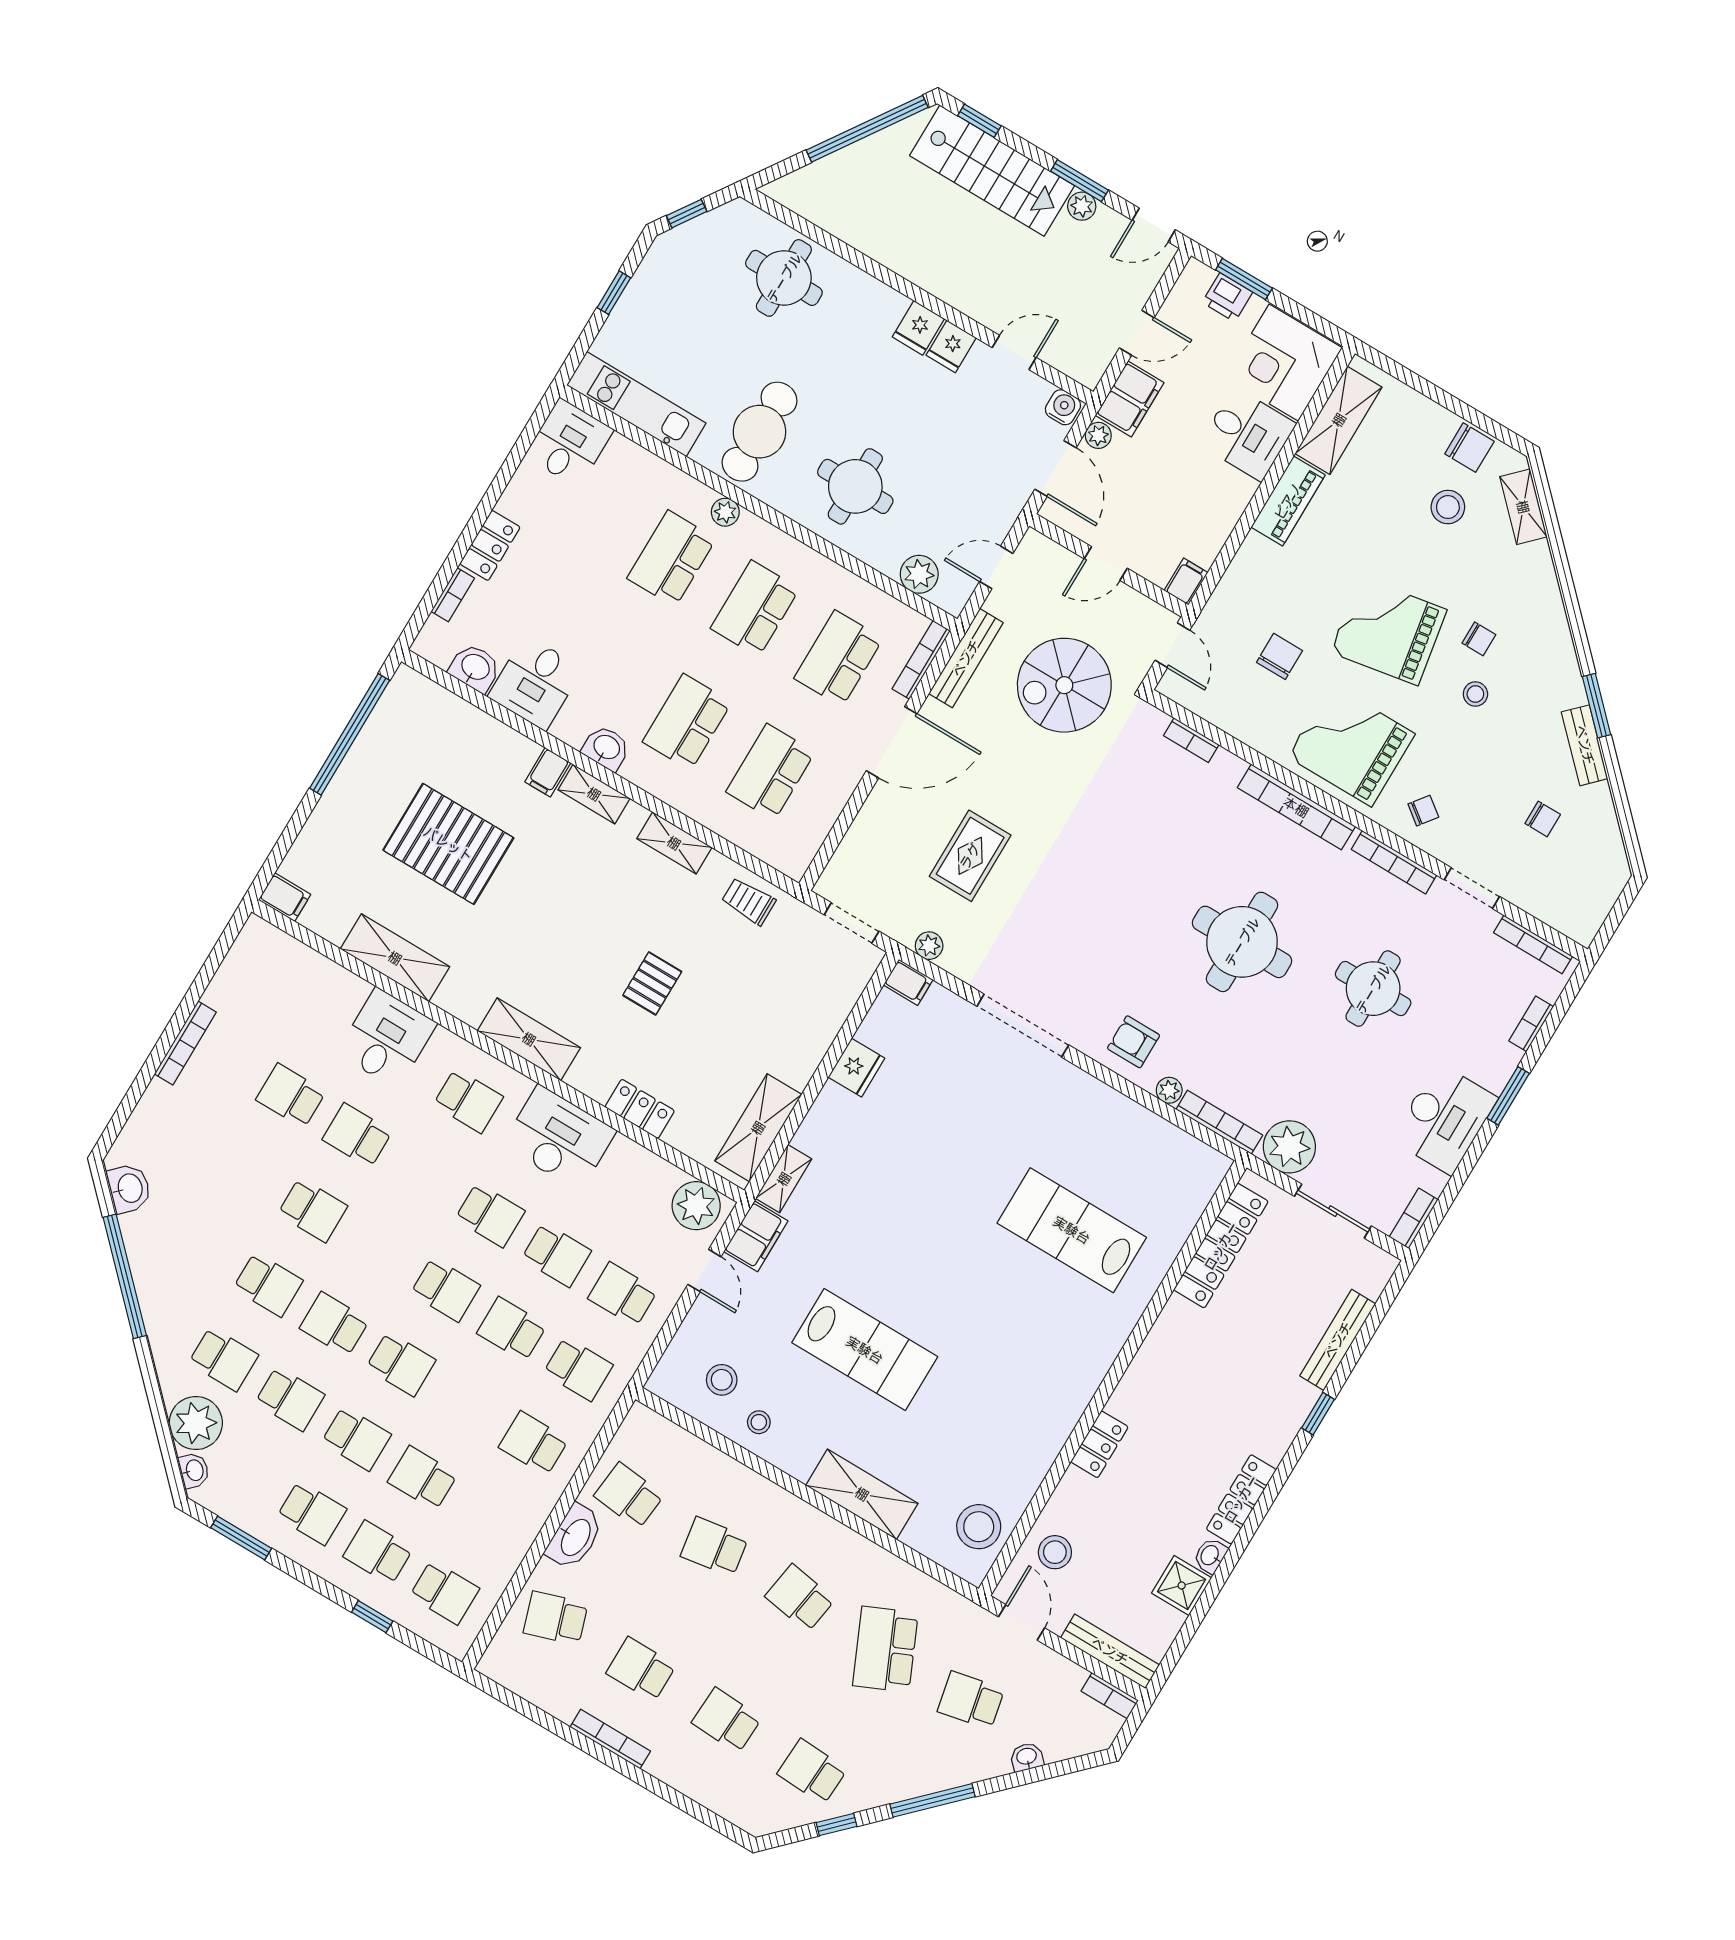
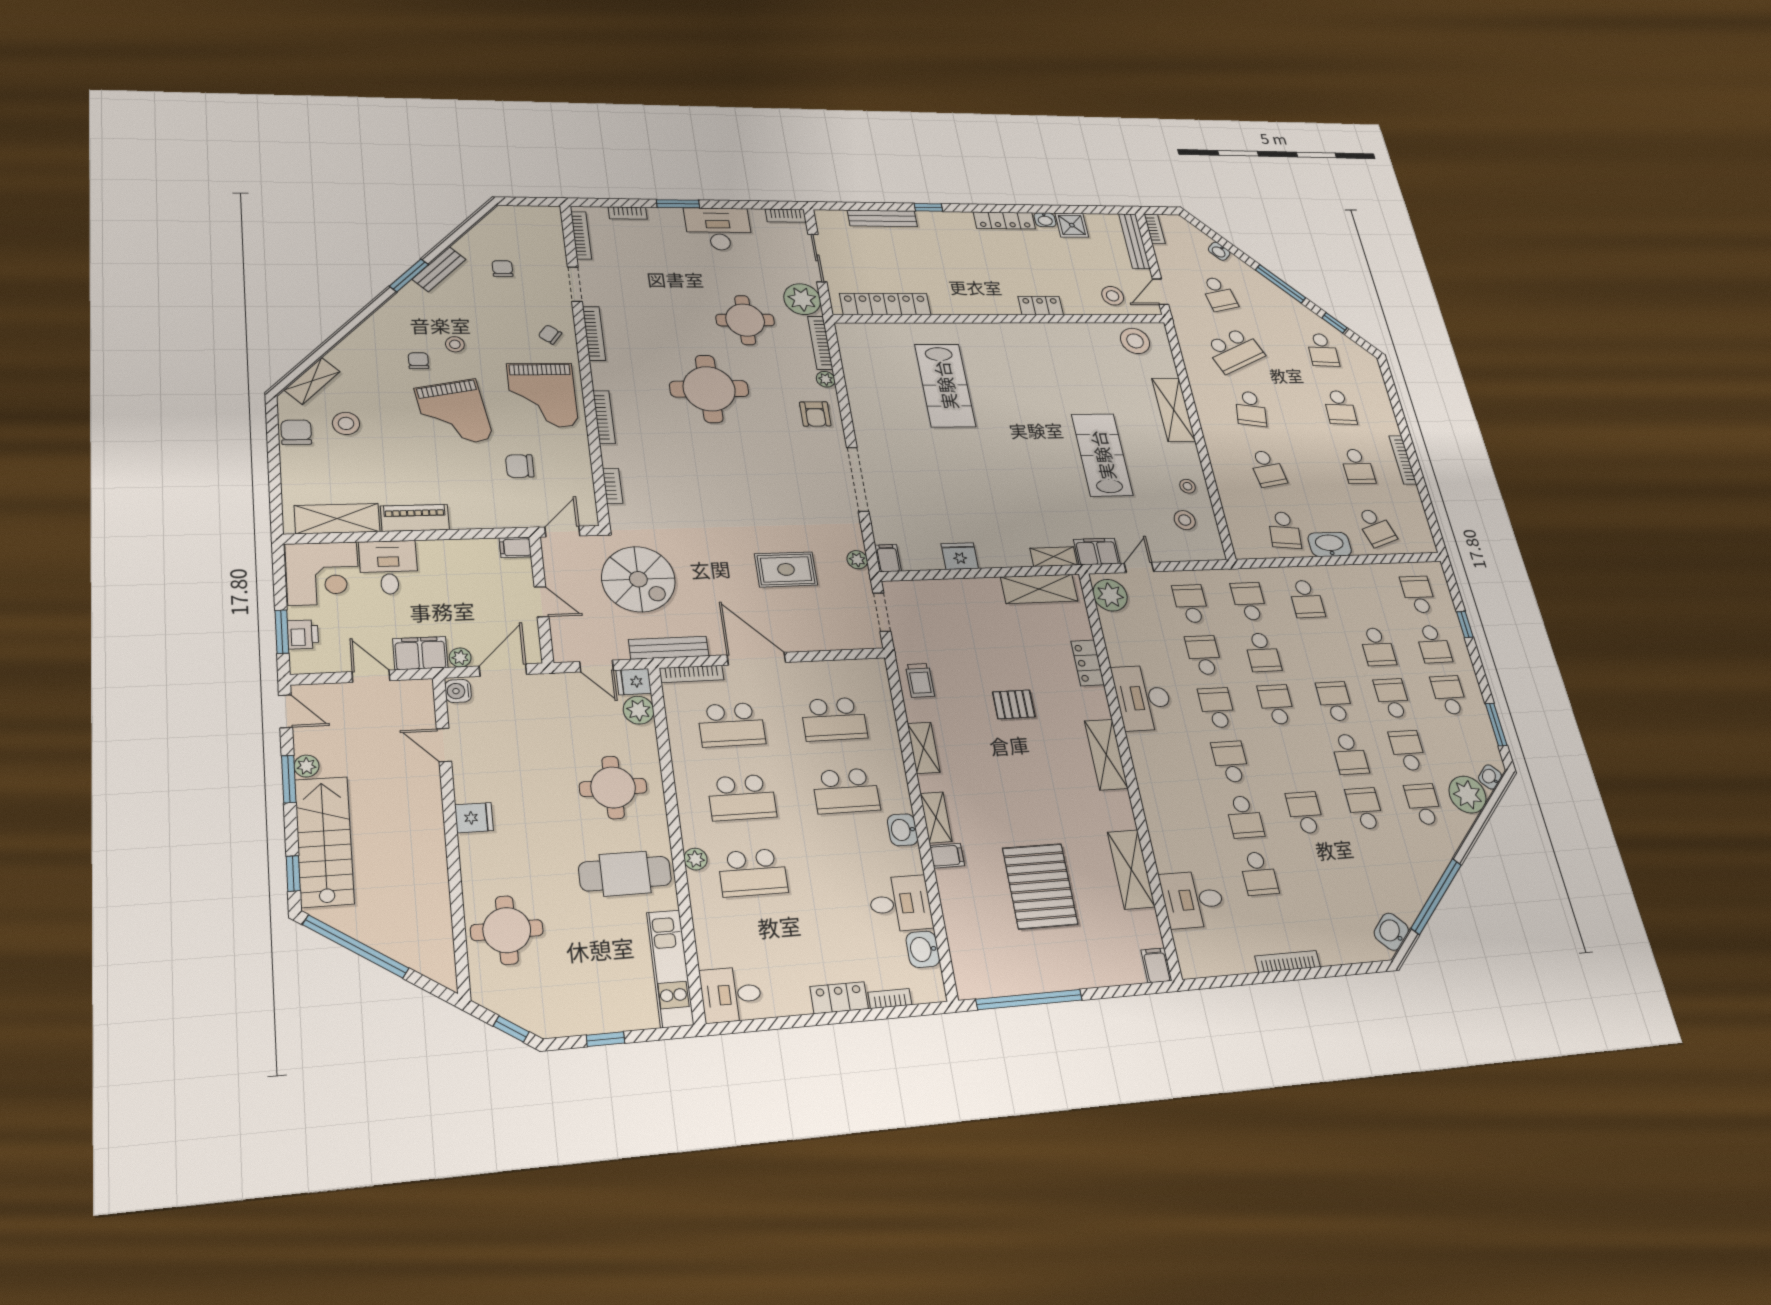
fridge: (951, 346) -> (634, 682), moved, turned 180
bookcase: (1296, 807) -> (604, 417), width x0.68, depth x0.76
round table: (1373, 989) -> (745, 320), moved
desk: (387, 1038) -> (1193, 900), moved
school desk: (468, 1101) -> (1231, 762), moved
school desk: (623, 1294) -> (1191, 604), turned 180

